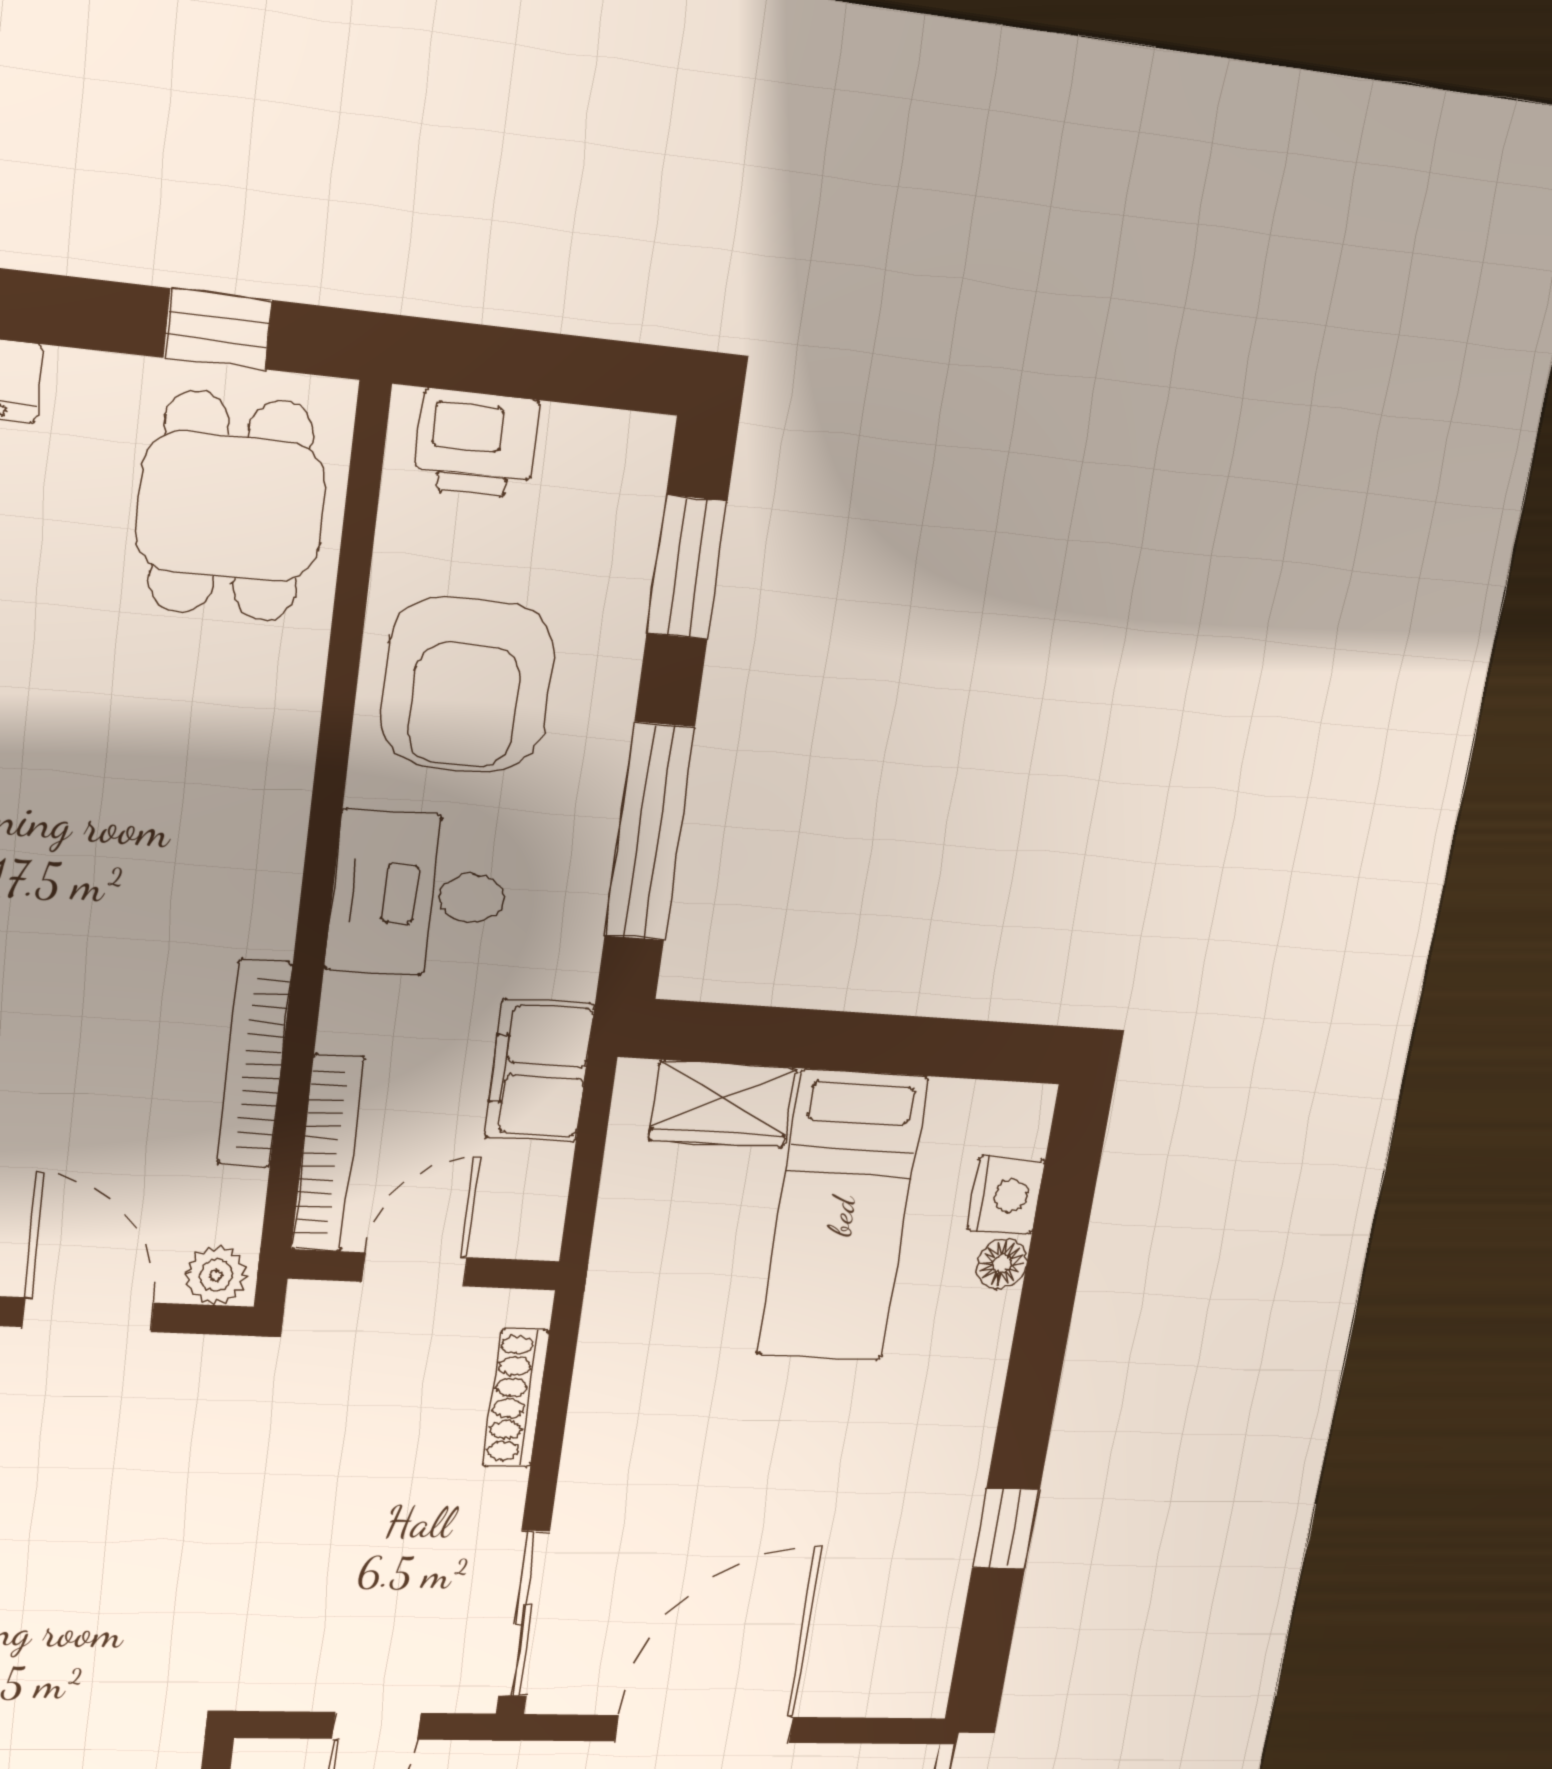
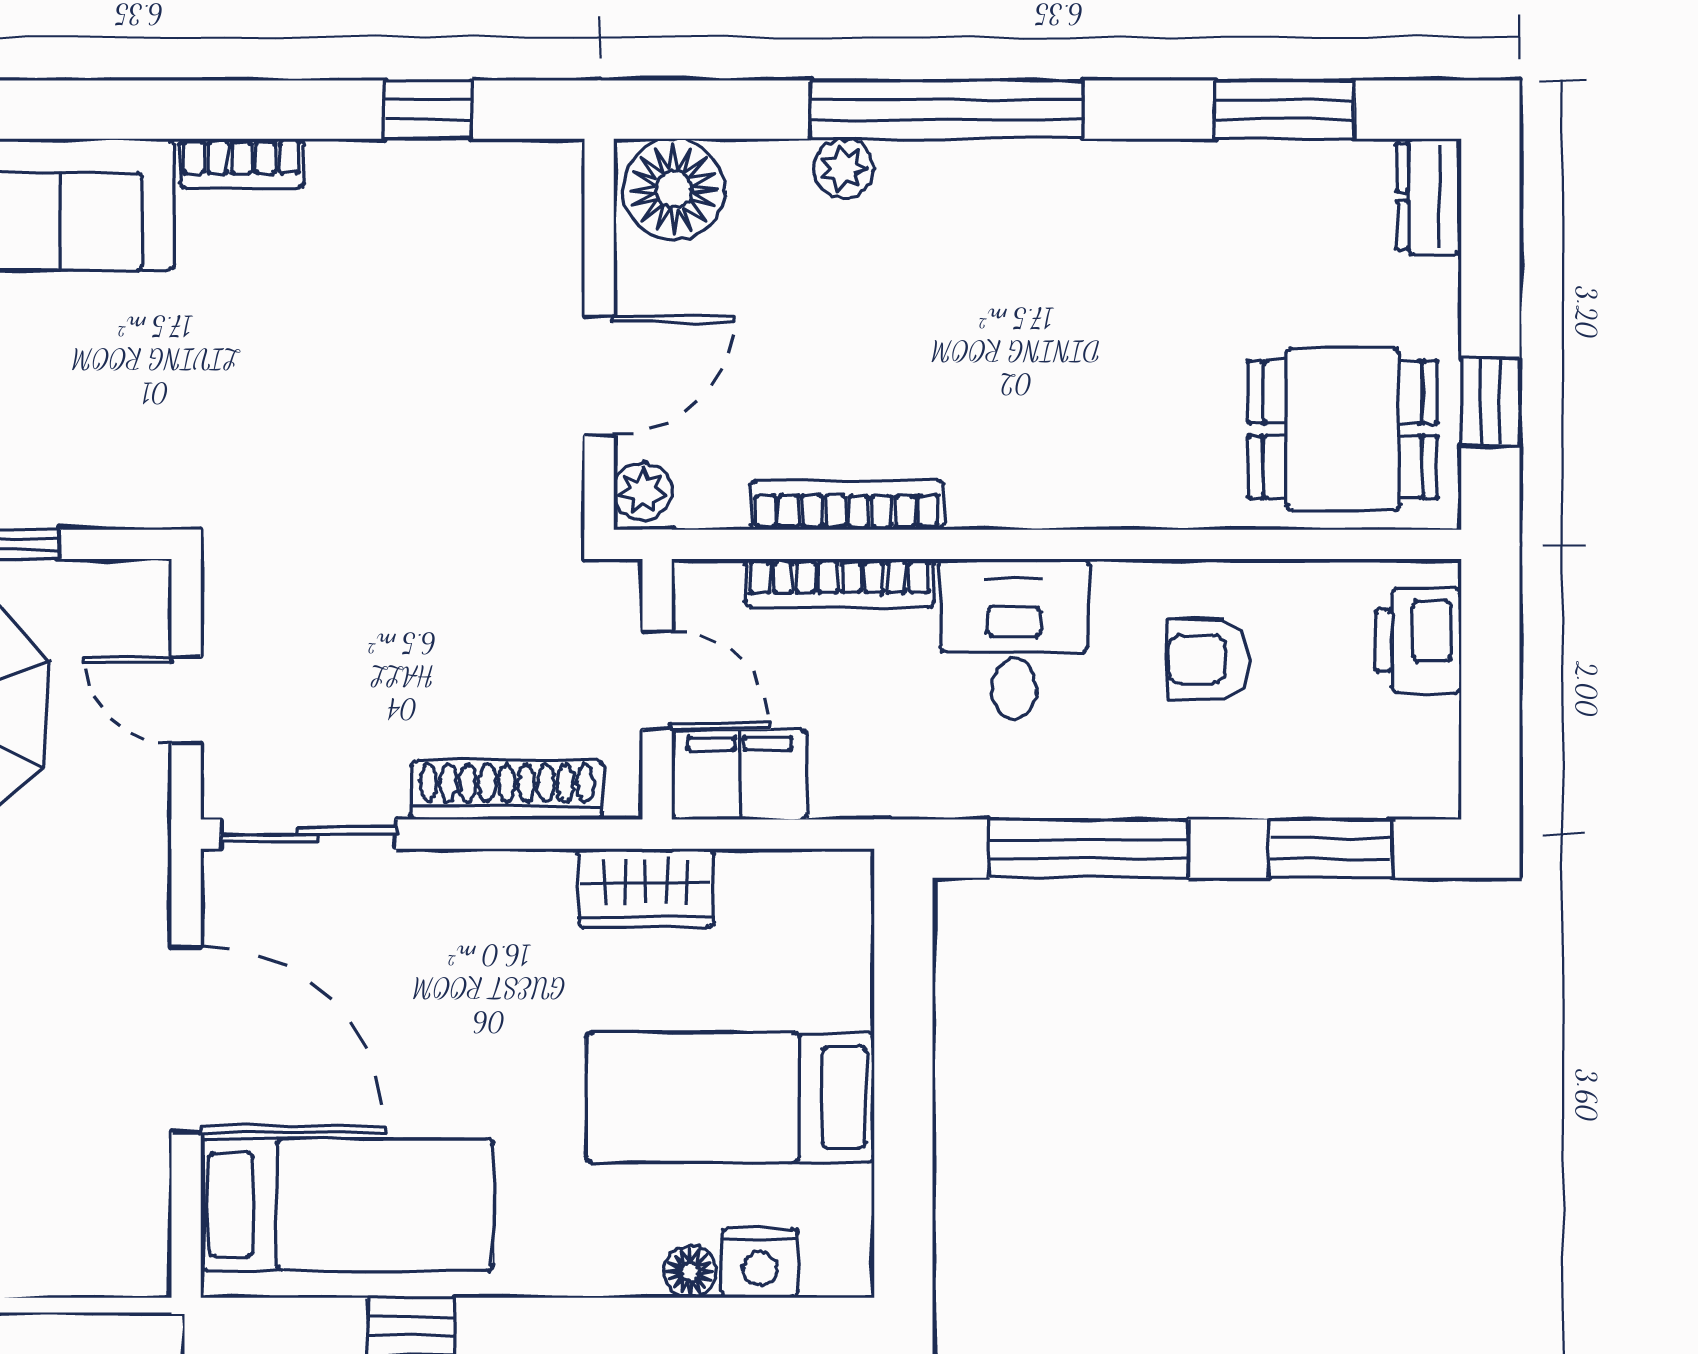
armchair: (467, 684) -> (1208, 659), width x0.53, depth x0.53
filing cabinet: (539, 1070) -> (740, 775), moved
wardrobe: (722, 1104) -> (646, 888), moved, turned -90
bookcase: (328, 1153) -> (840, 583), moved
shoe rack: (516, 1398) -> (507, 790), width x1.36, depth x1.24
bed: (883, 1585) -> (347, 1205), added

